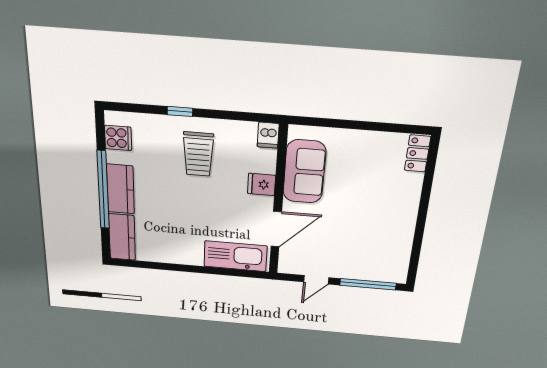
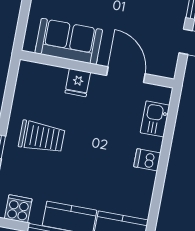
dishwasher: (268, 135) -> (147, 160), moved, turned 180
kitchen sink: (235, 256) -> (155, 119), width x0.53, depth x0.81

